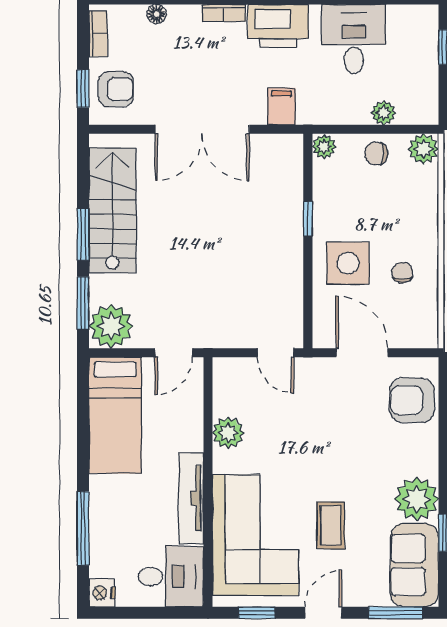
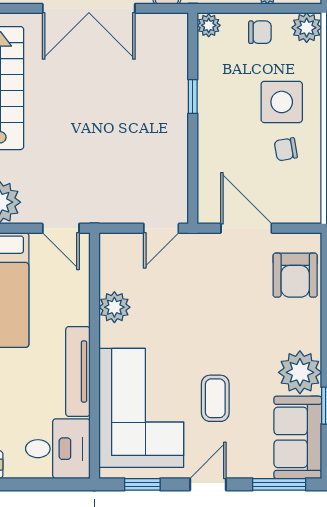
chair: (376, 154) -> (260, 32), turned 180
side table: (348, 263) -> (282, 102), moved
chair: (402, 273) -> (286, 149), turned -100
door: (174, 353) -> (61, 228), hinge flipped
door: (276, 353) -> (161, 228), hinge flipped
armchair: (412, 400) -> (295, 275), turned -90

